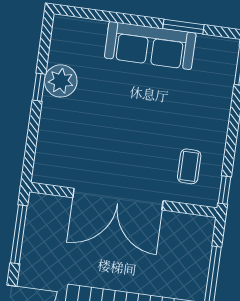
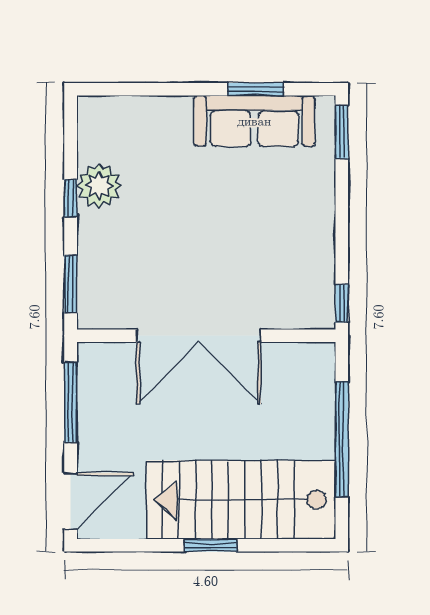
sofa: (150, 45) -> (254, 121), moved
window: (30, 149) -> (71, 284), added
coffee table: (189, 166) -> (289, 278), removed

